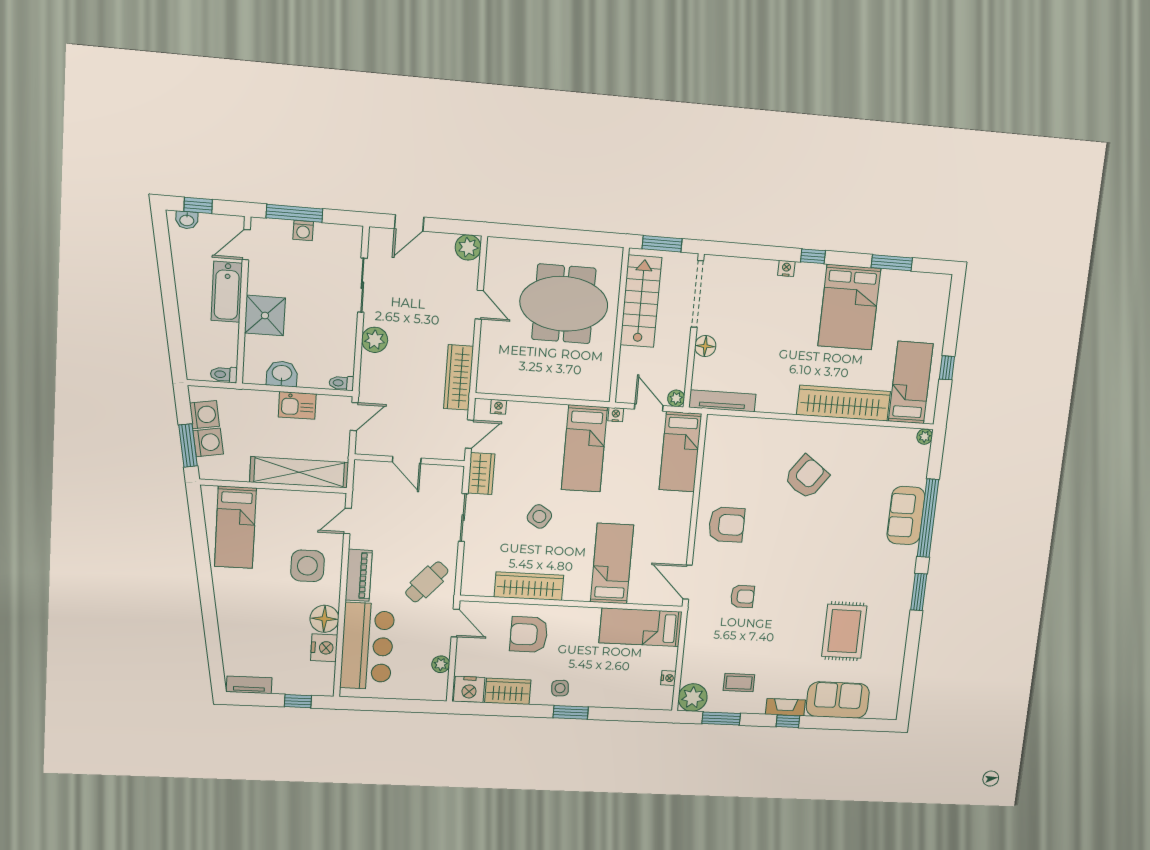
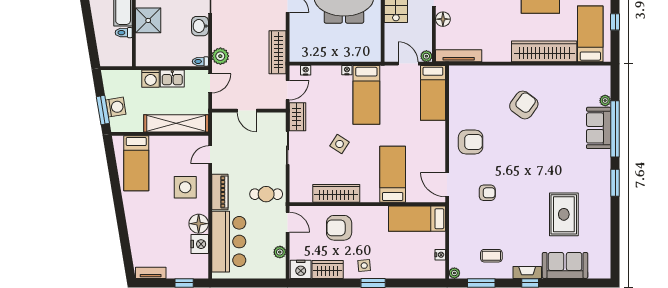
plant: (375, 340) -> (220, 56), moved
toilet: (224, 374) -> (124, 33), moved
washbasin: (282, 374) -> (200, 26), moved, turned -90
washing machine: (205, 415) -> (151, 79), moved, turned 99
nightstand: (616, 415) -> (347, 70), moved
plant: (925, 437) -> (605, 101), moved
cafe table: (427, 582) -> (266, 194), turned 48
plant: (693, 697) -> (454, 273), width x0.53, depth x0.53

